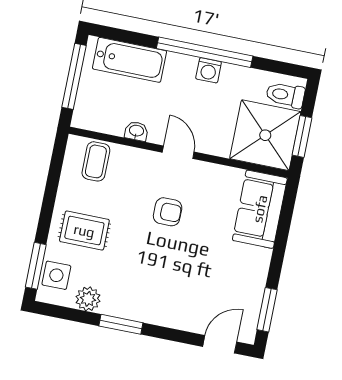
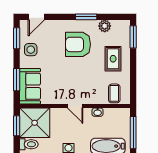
armchair: (168, 212) -> (78, 44), moved, width x1.88, depth x1.88
window: (284, 228) -> (17, 80), added
rug: (84, 231) -> (113, 59), turned 90
side table: (56, 275) -> (31, 50), moved

